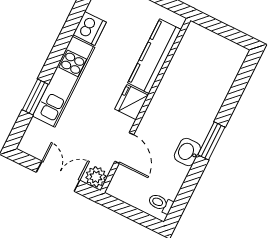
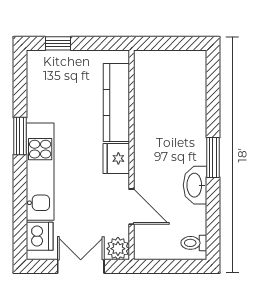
dishwasher: (90, 28) -> (40, 236), moved
window: (35, 97) -> (20, 136), moved
washbasin: (187, 152) -> (195, 185), width x1.38

